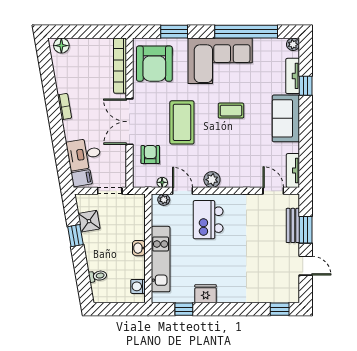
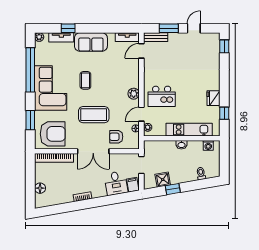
floor lamp: (61, 46) -> (40, 188), moved
bench: (293, 225) -> (156, 37), moved

